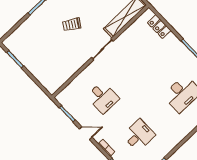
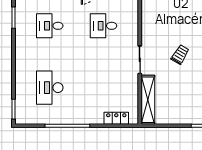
desk: (139, 135) -> (50, 26), turned 90

